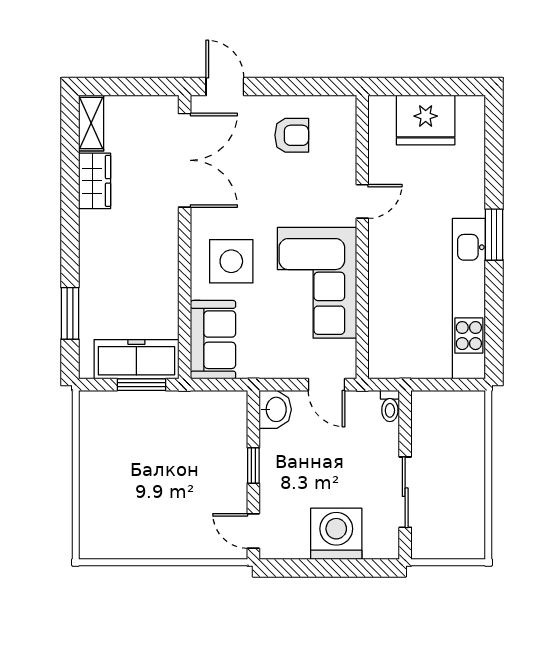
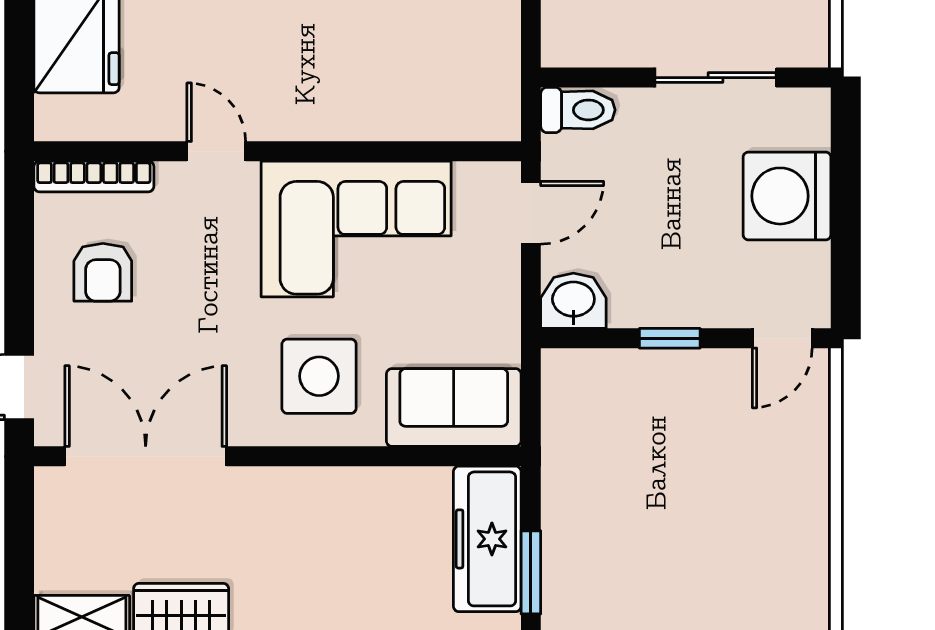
bookcase: (348, 130) -> (94, 176), added
armchair: (292, 135) -> (103, 272), turned 180
window: (141, 385) -> (531, 572), moved
toilet: (390, 406) -> (578, 110), width x1.37, depth x1.39

